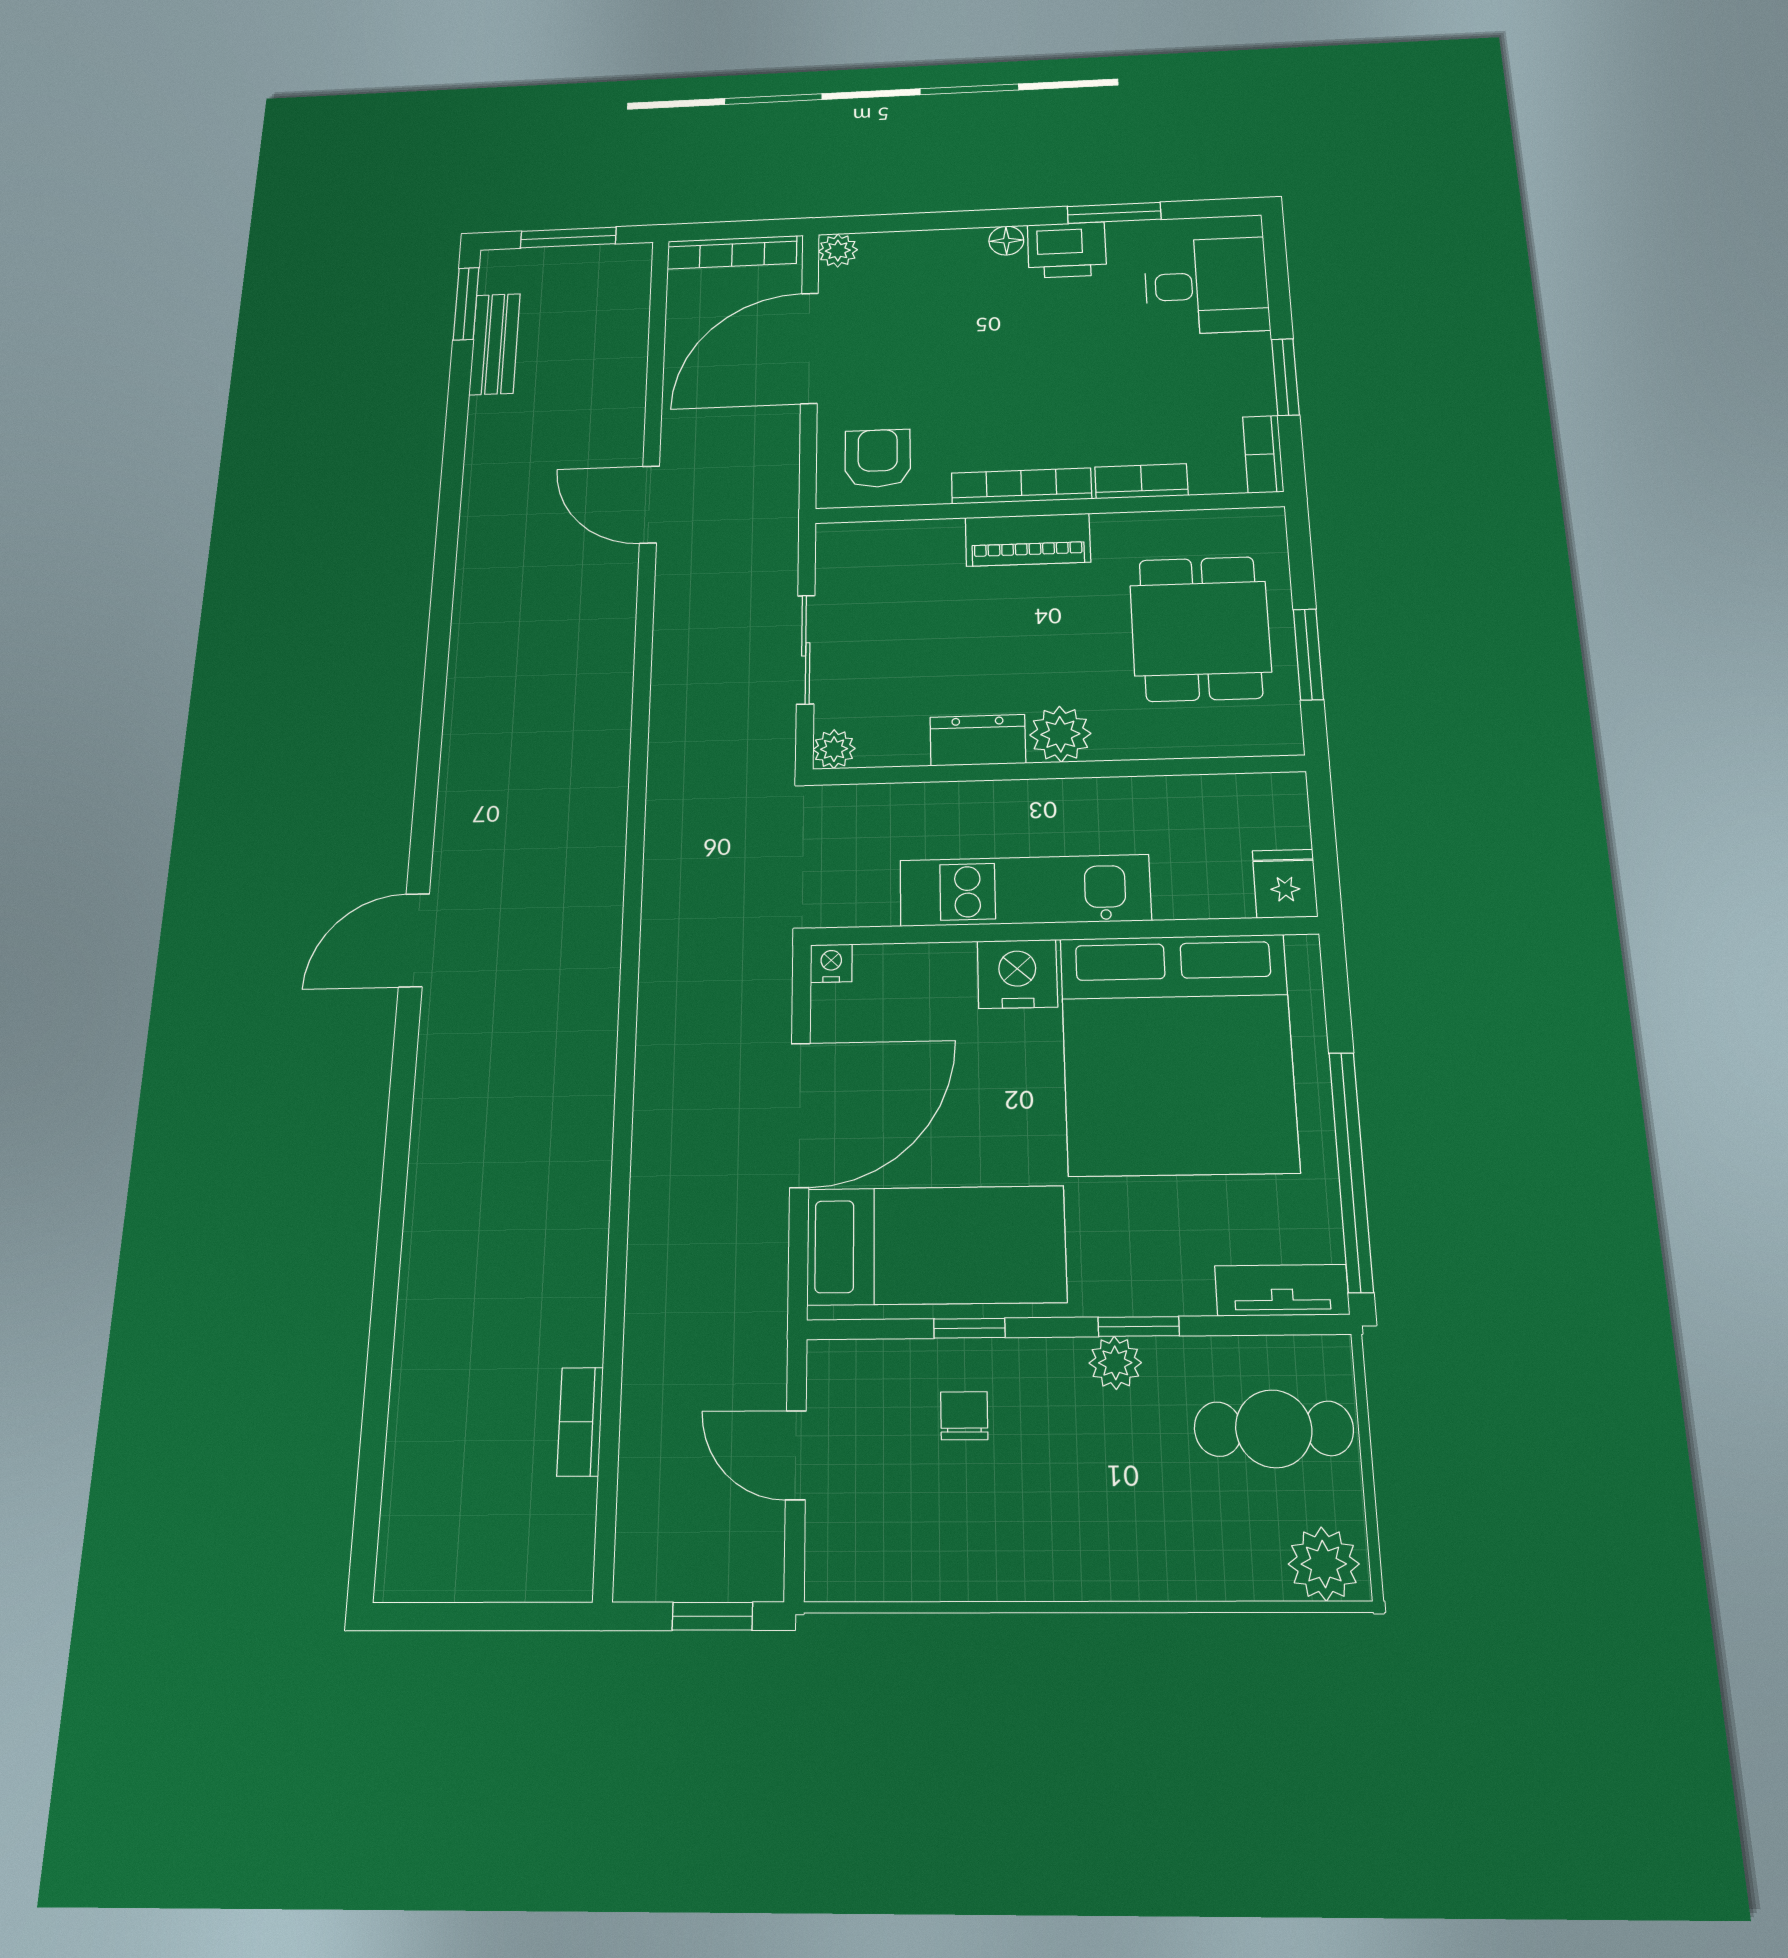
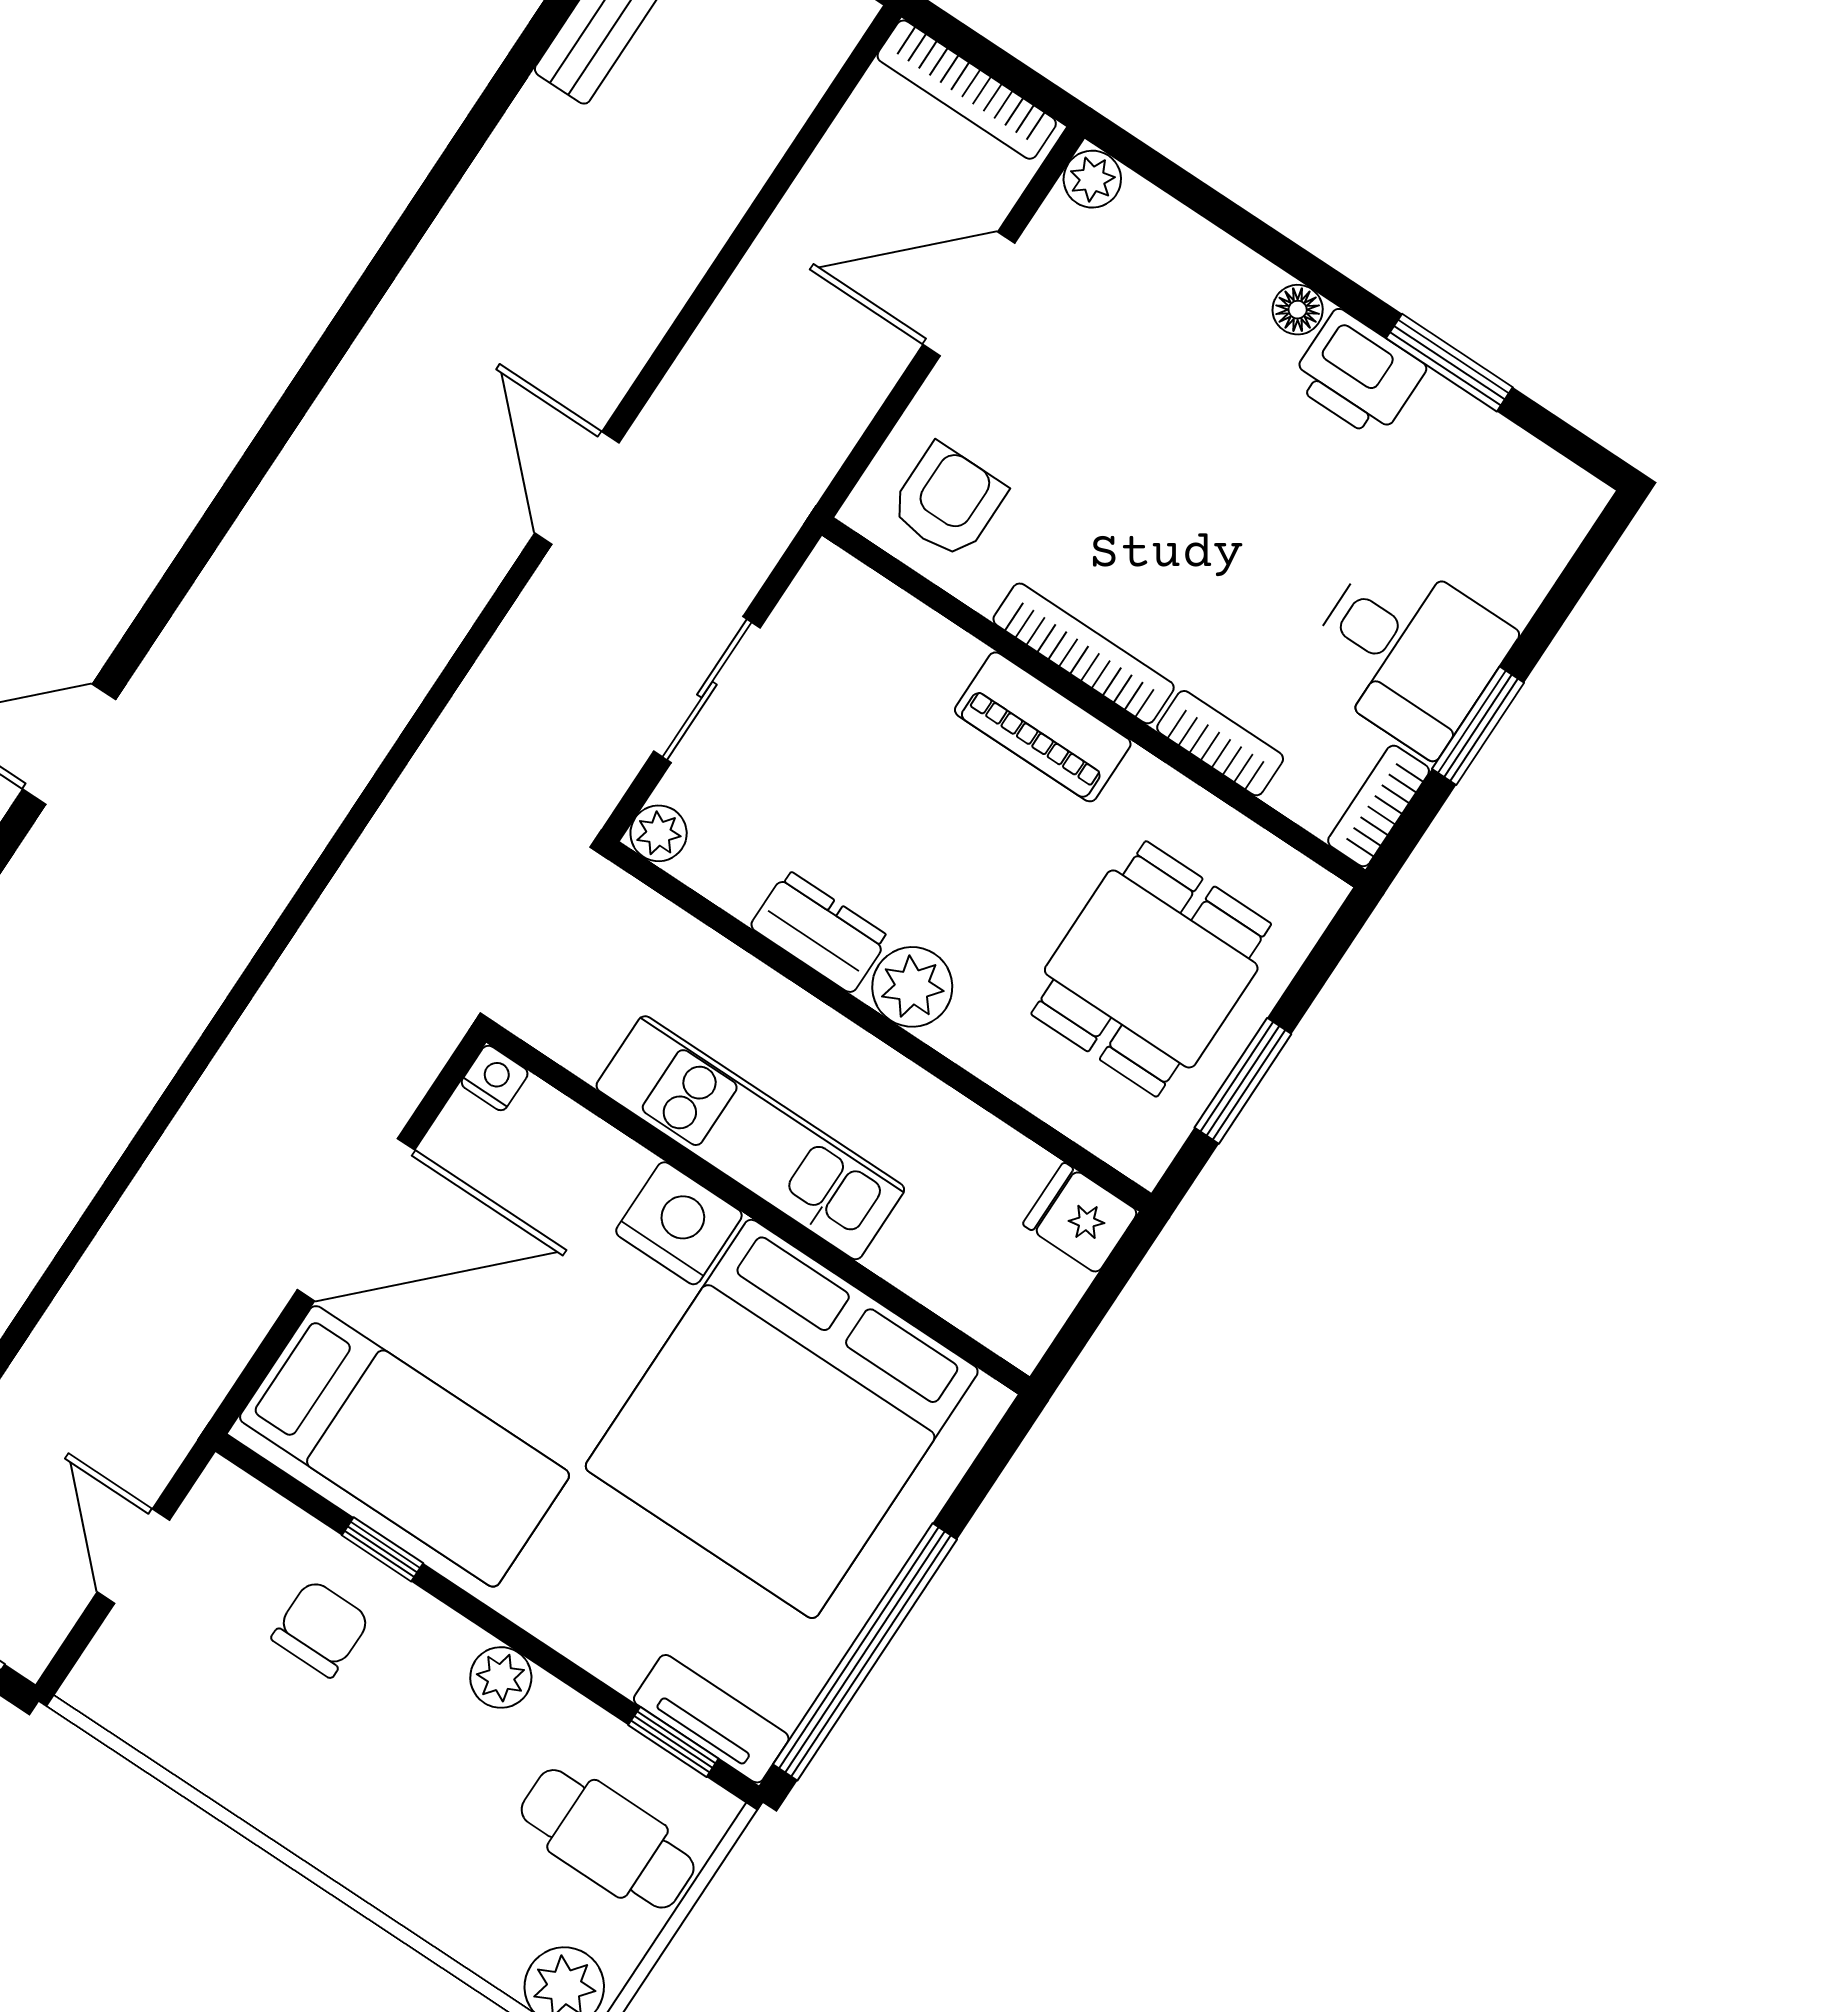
desk: (1206, 286) -> (1408, 652), moved
door: (809, 348) -> (969, 294), width x0.73
door: (650, 504) -> (577, 488), moved
fridge: (1285, 884) -> (1080, 1218), moved, turned -90
window: (1139, 1326) -> (673, 1742), moved
chair: (964, 1416) -> (321, 1629), width x1.37, depth x1.37

